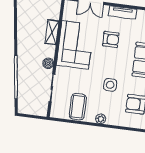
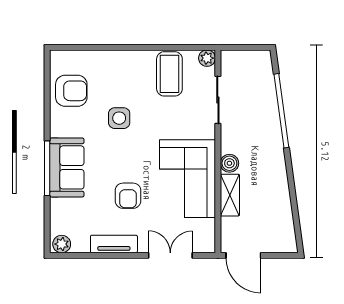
armchair: (111, 39) -> (128, 196), turned -90
boiler: (48, 63) -> (229, 163), moved
plant: (101, 119) -> (207, 58), moved

